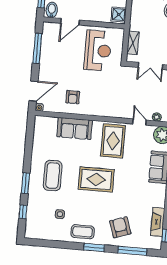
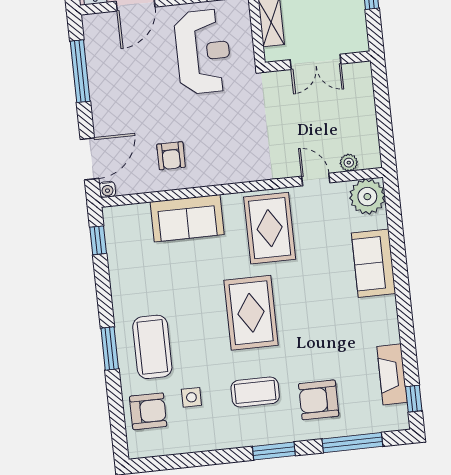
coffee table: (53, 176) -> (152, 347), moved
rug: (96, 179) -> (251, 313), turned 90
window: (23, 212) -> (98, 240), moved
armchair: (38, 217) -> (148, 411), added
armchair: (120, 227) -> (319, 400), turned -71
coffee table: (83, 232) -> (255, 392), moved

